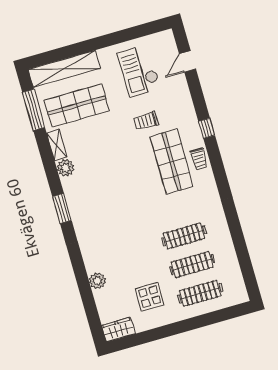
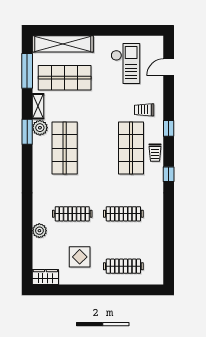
checkout: (139, 71) -> (125, 63), turned 180
trolley: (146, 121) -> (144, 110), moved
window: (221, 178) -> (169, 174), added
shop shelf: (99, 182) -> (65, 148), added
window: (62, 209) -> (27, 132), moved
clothes rail: (192, 265) -> (72, 214), moved

